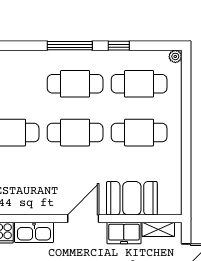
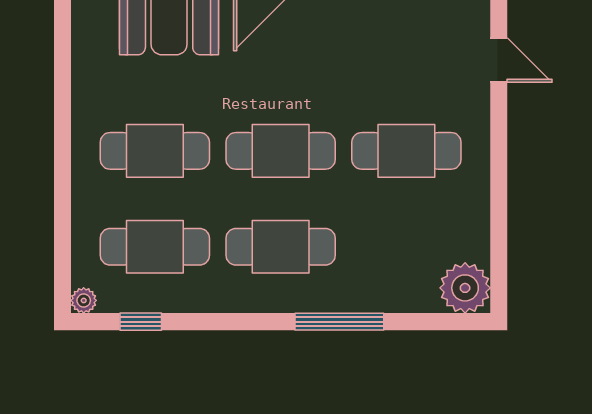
window: (70, 46) -> (339, 322), moved
window: (119, 46) -> (141, 322), moved

